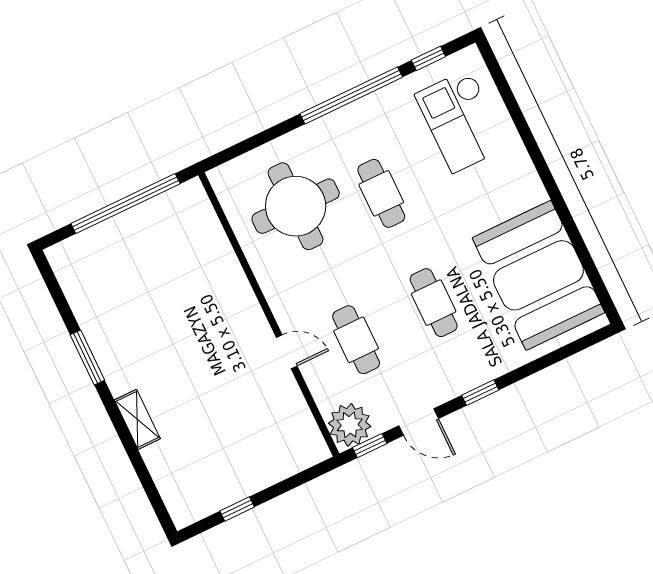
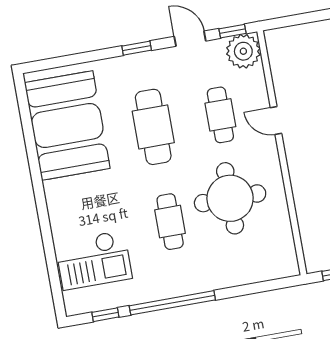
checkout: (461, 121) -> (94, 260), turned 90
round table: (296, 206) -> (230, 198), moved
cafe table: (434, 303) -> (153, 127), width x1.37, depth x1.35

